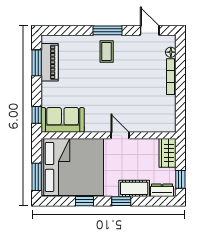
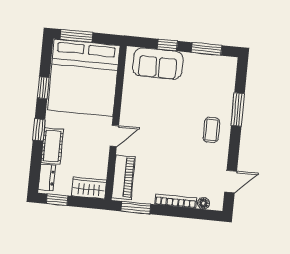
window: (107, 30) -> (238, 110), moved
coffee table: (107, 52) -> (211, 130), turned 90
piano: (50, 62) -> (123, 177), moved, turned -90
window: (180, 110) -> (136, 208), added
window: (37, 115) -> (167, 45), moved
sofa: (63, 120) -> (158, 64), moved, turned 90

